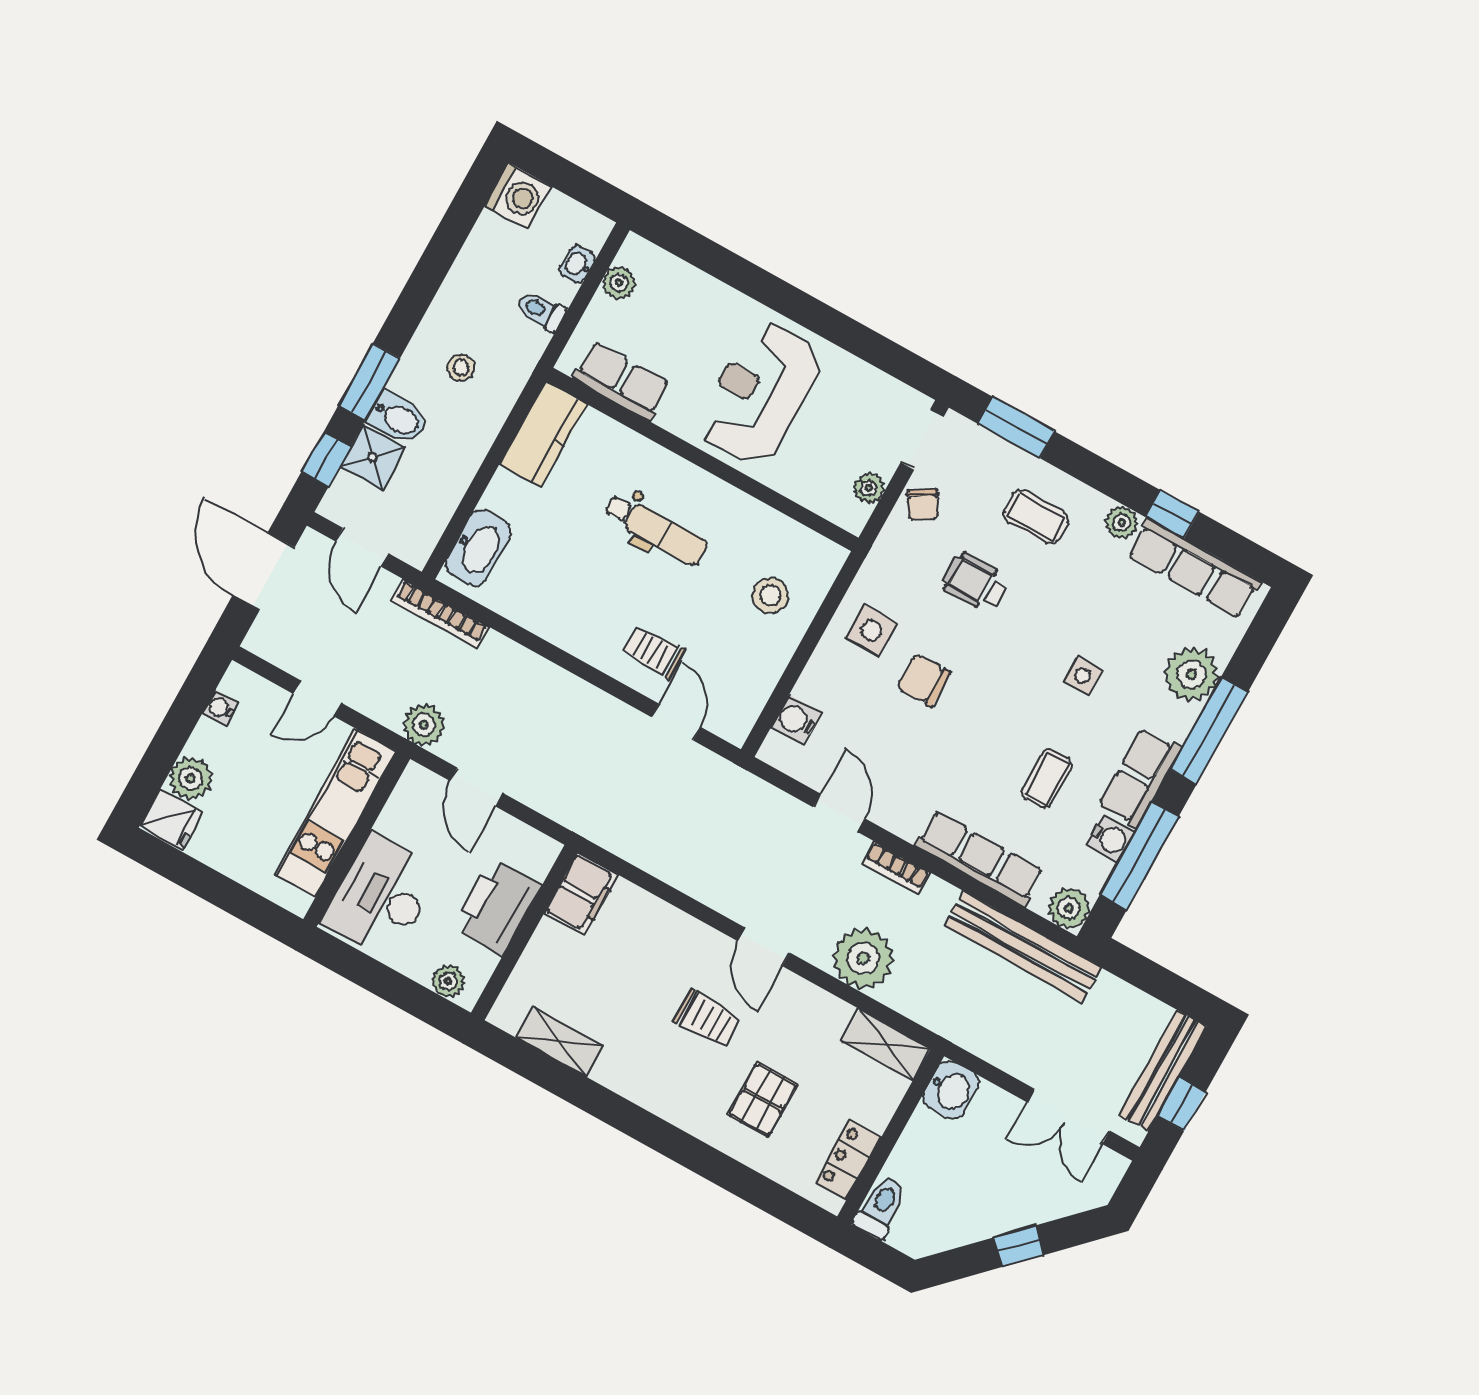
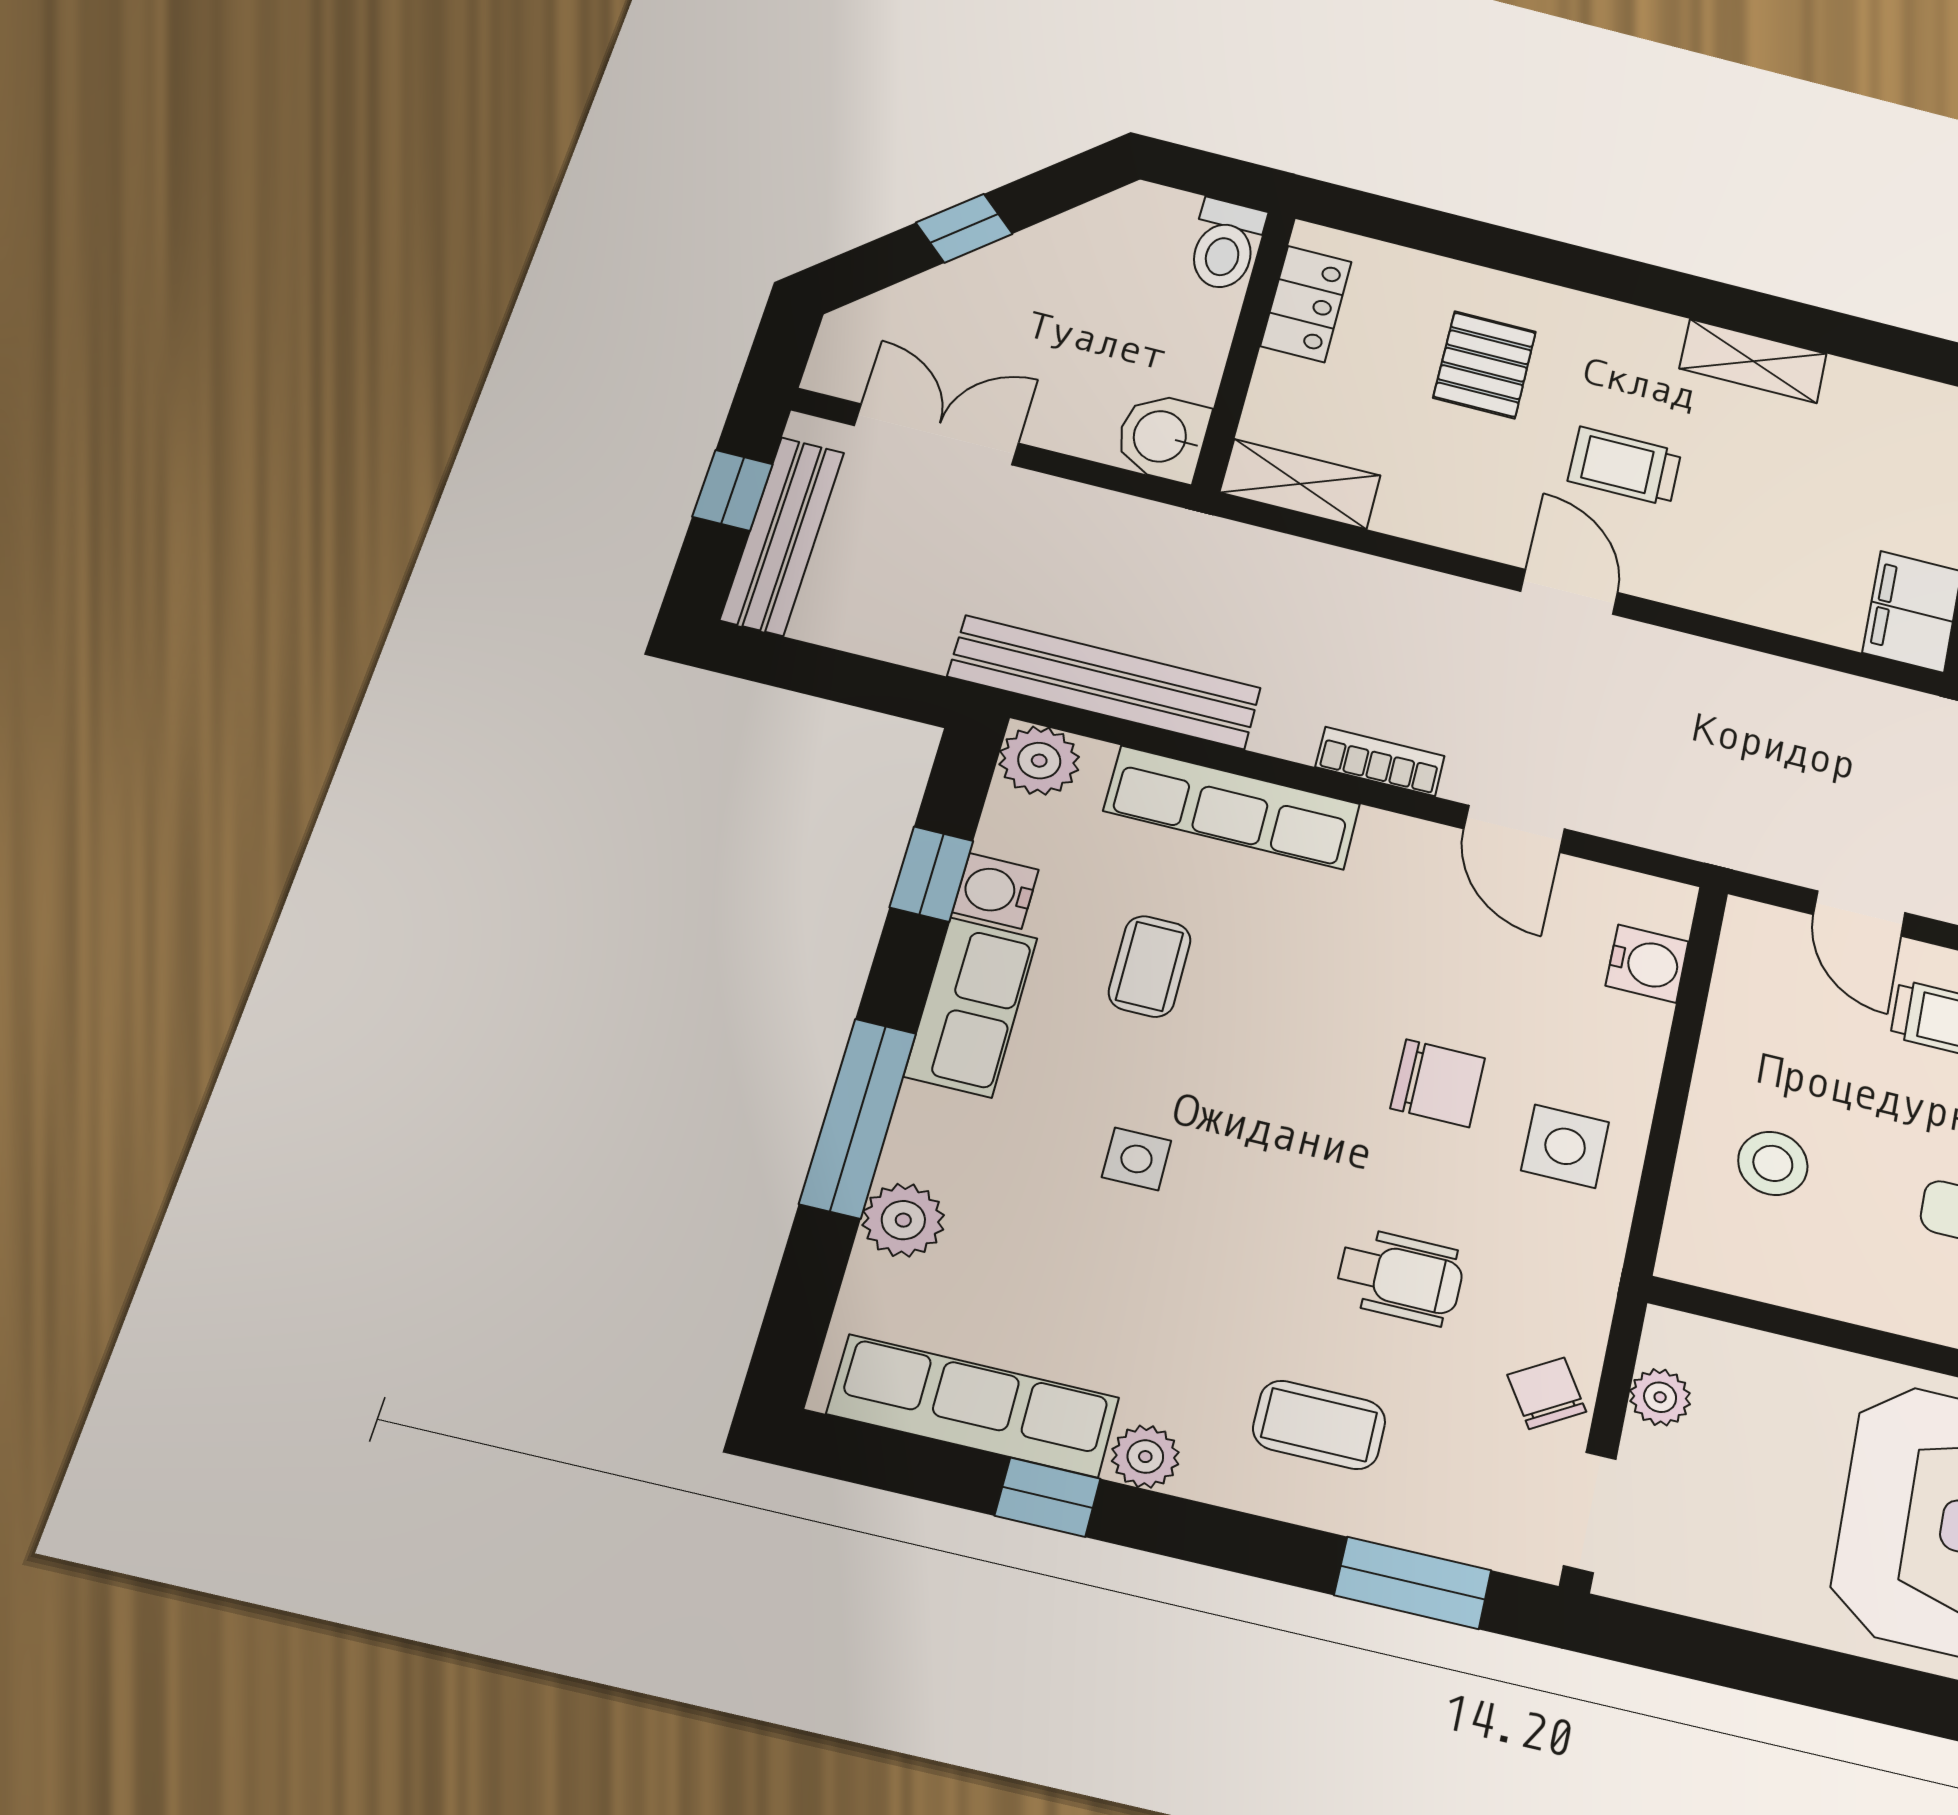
plant: (1192, 674) -> (903, 1220), width x0.73, depth x0.73
window: (1139, 856) -> (932, 874), width x0.46
plant: (863, 958) -> (1388, 608), removed
shelving: (560, 1042) -> (1753, 361), moved

